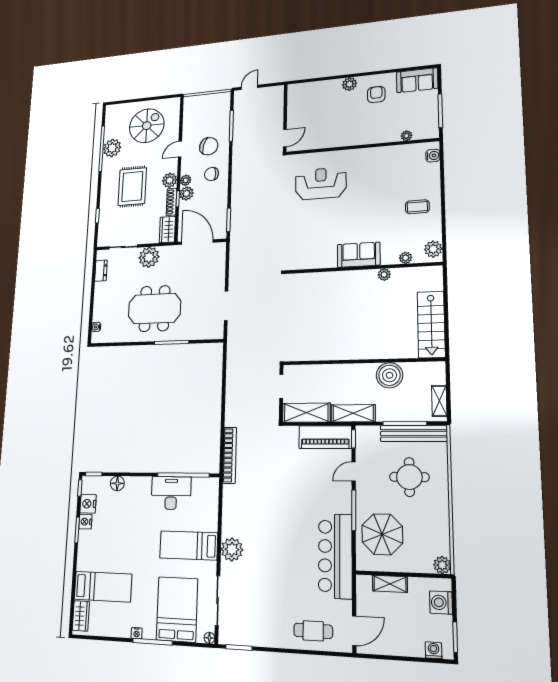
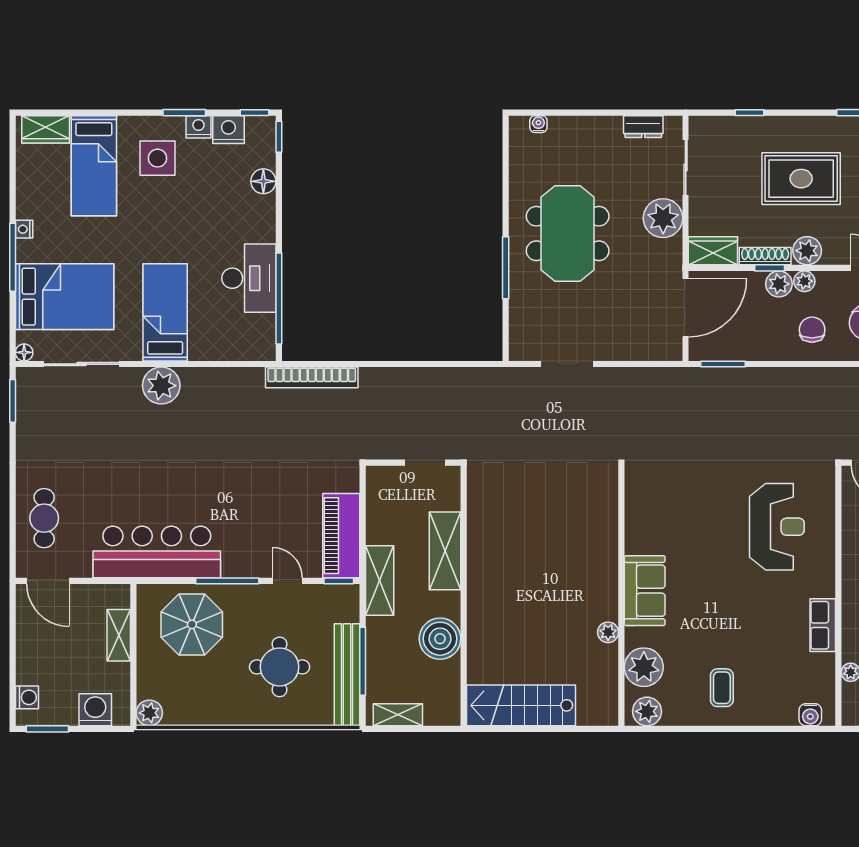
row of seats: (378, 154) -> (823, 625), added
plant: (406, 258) -> (644, 667), width x1.88, depth x1.88
shelving: (306, 413) -> (445, 551), moved
side table: (101, 547) -> (157, 158), added

